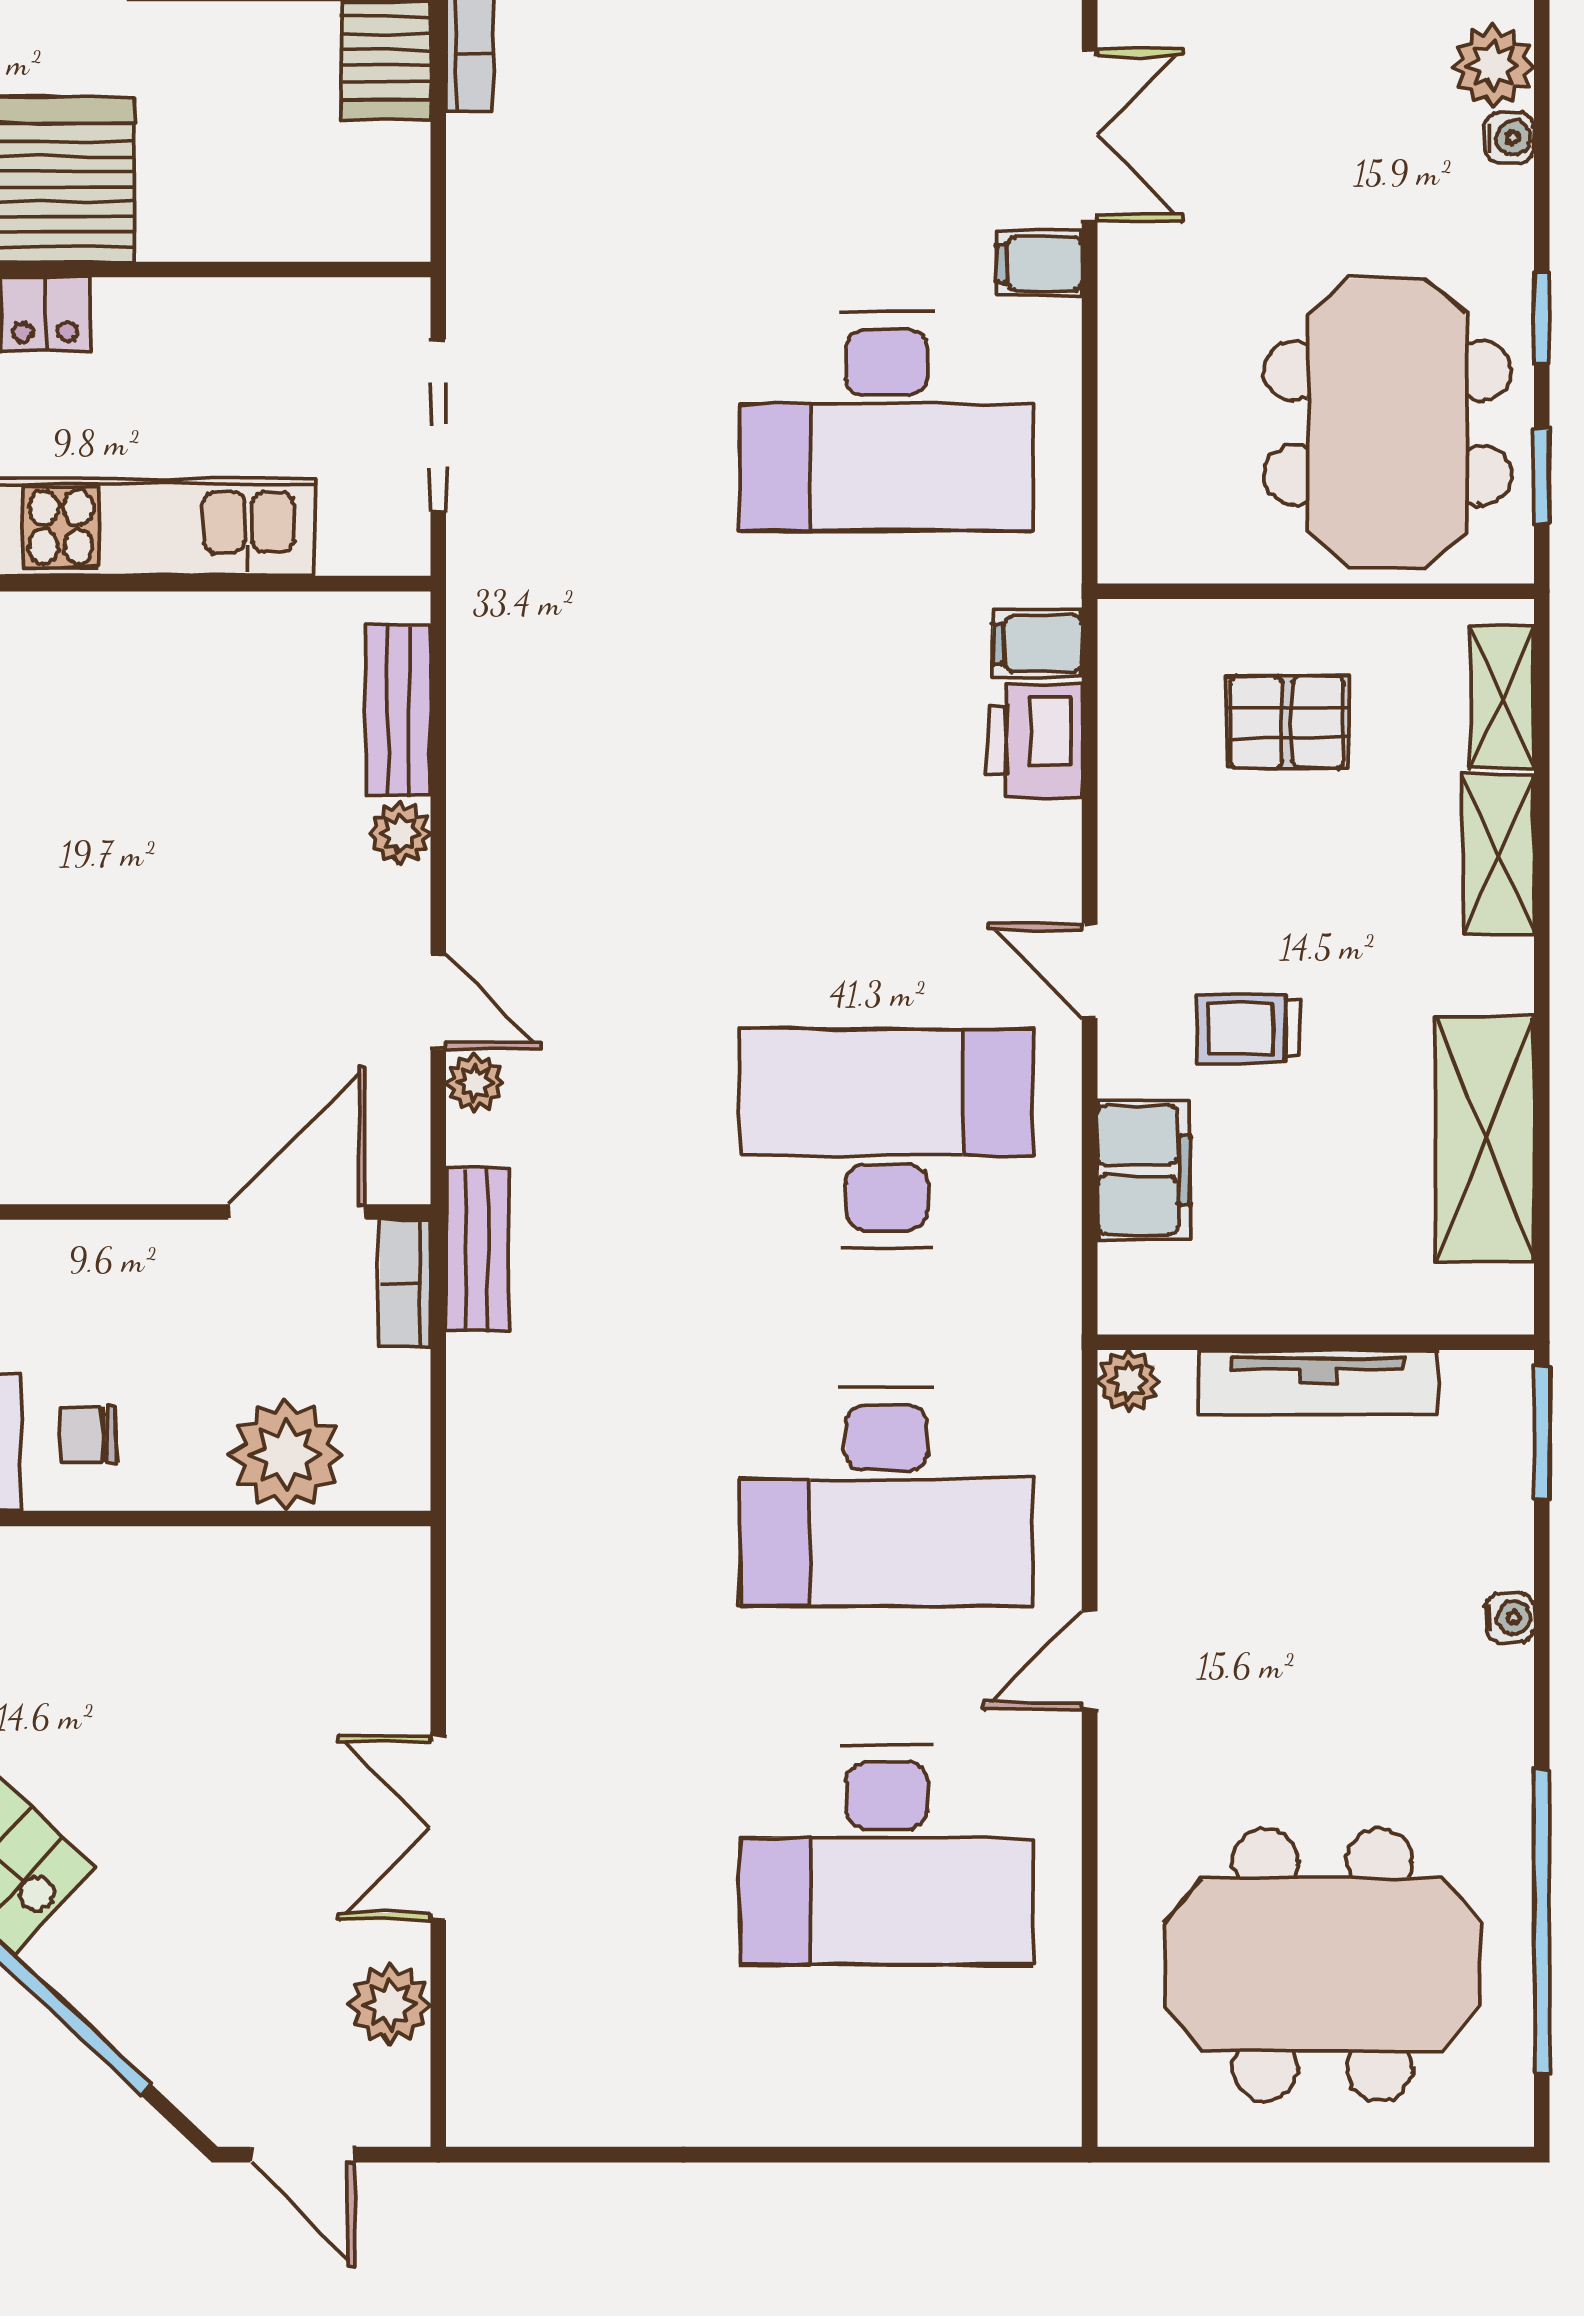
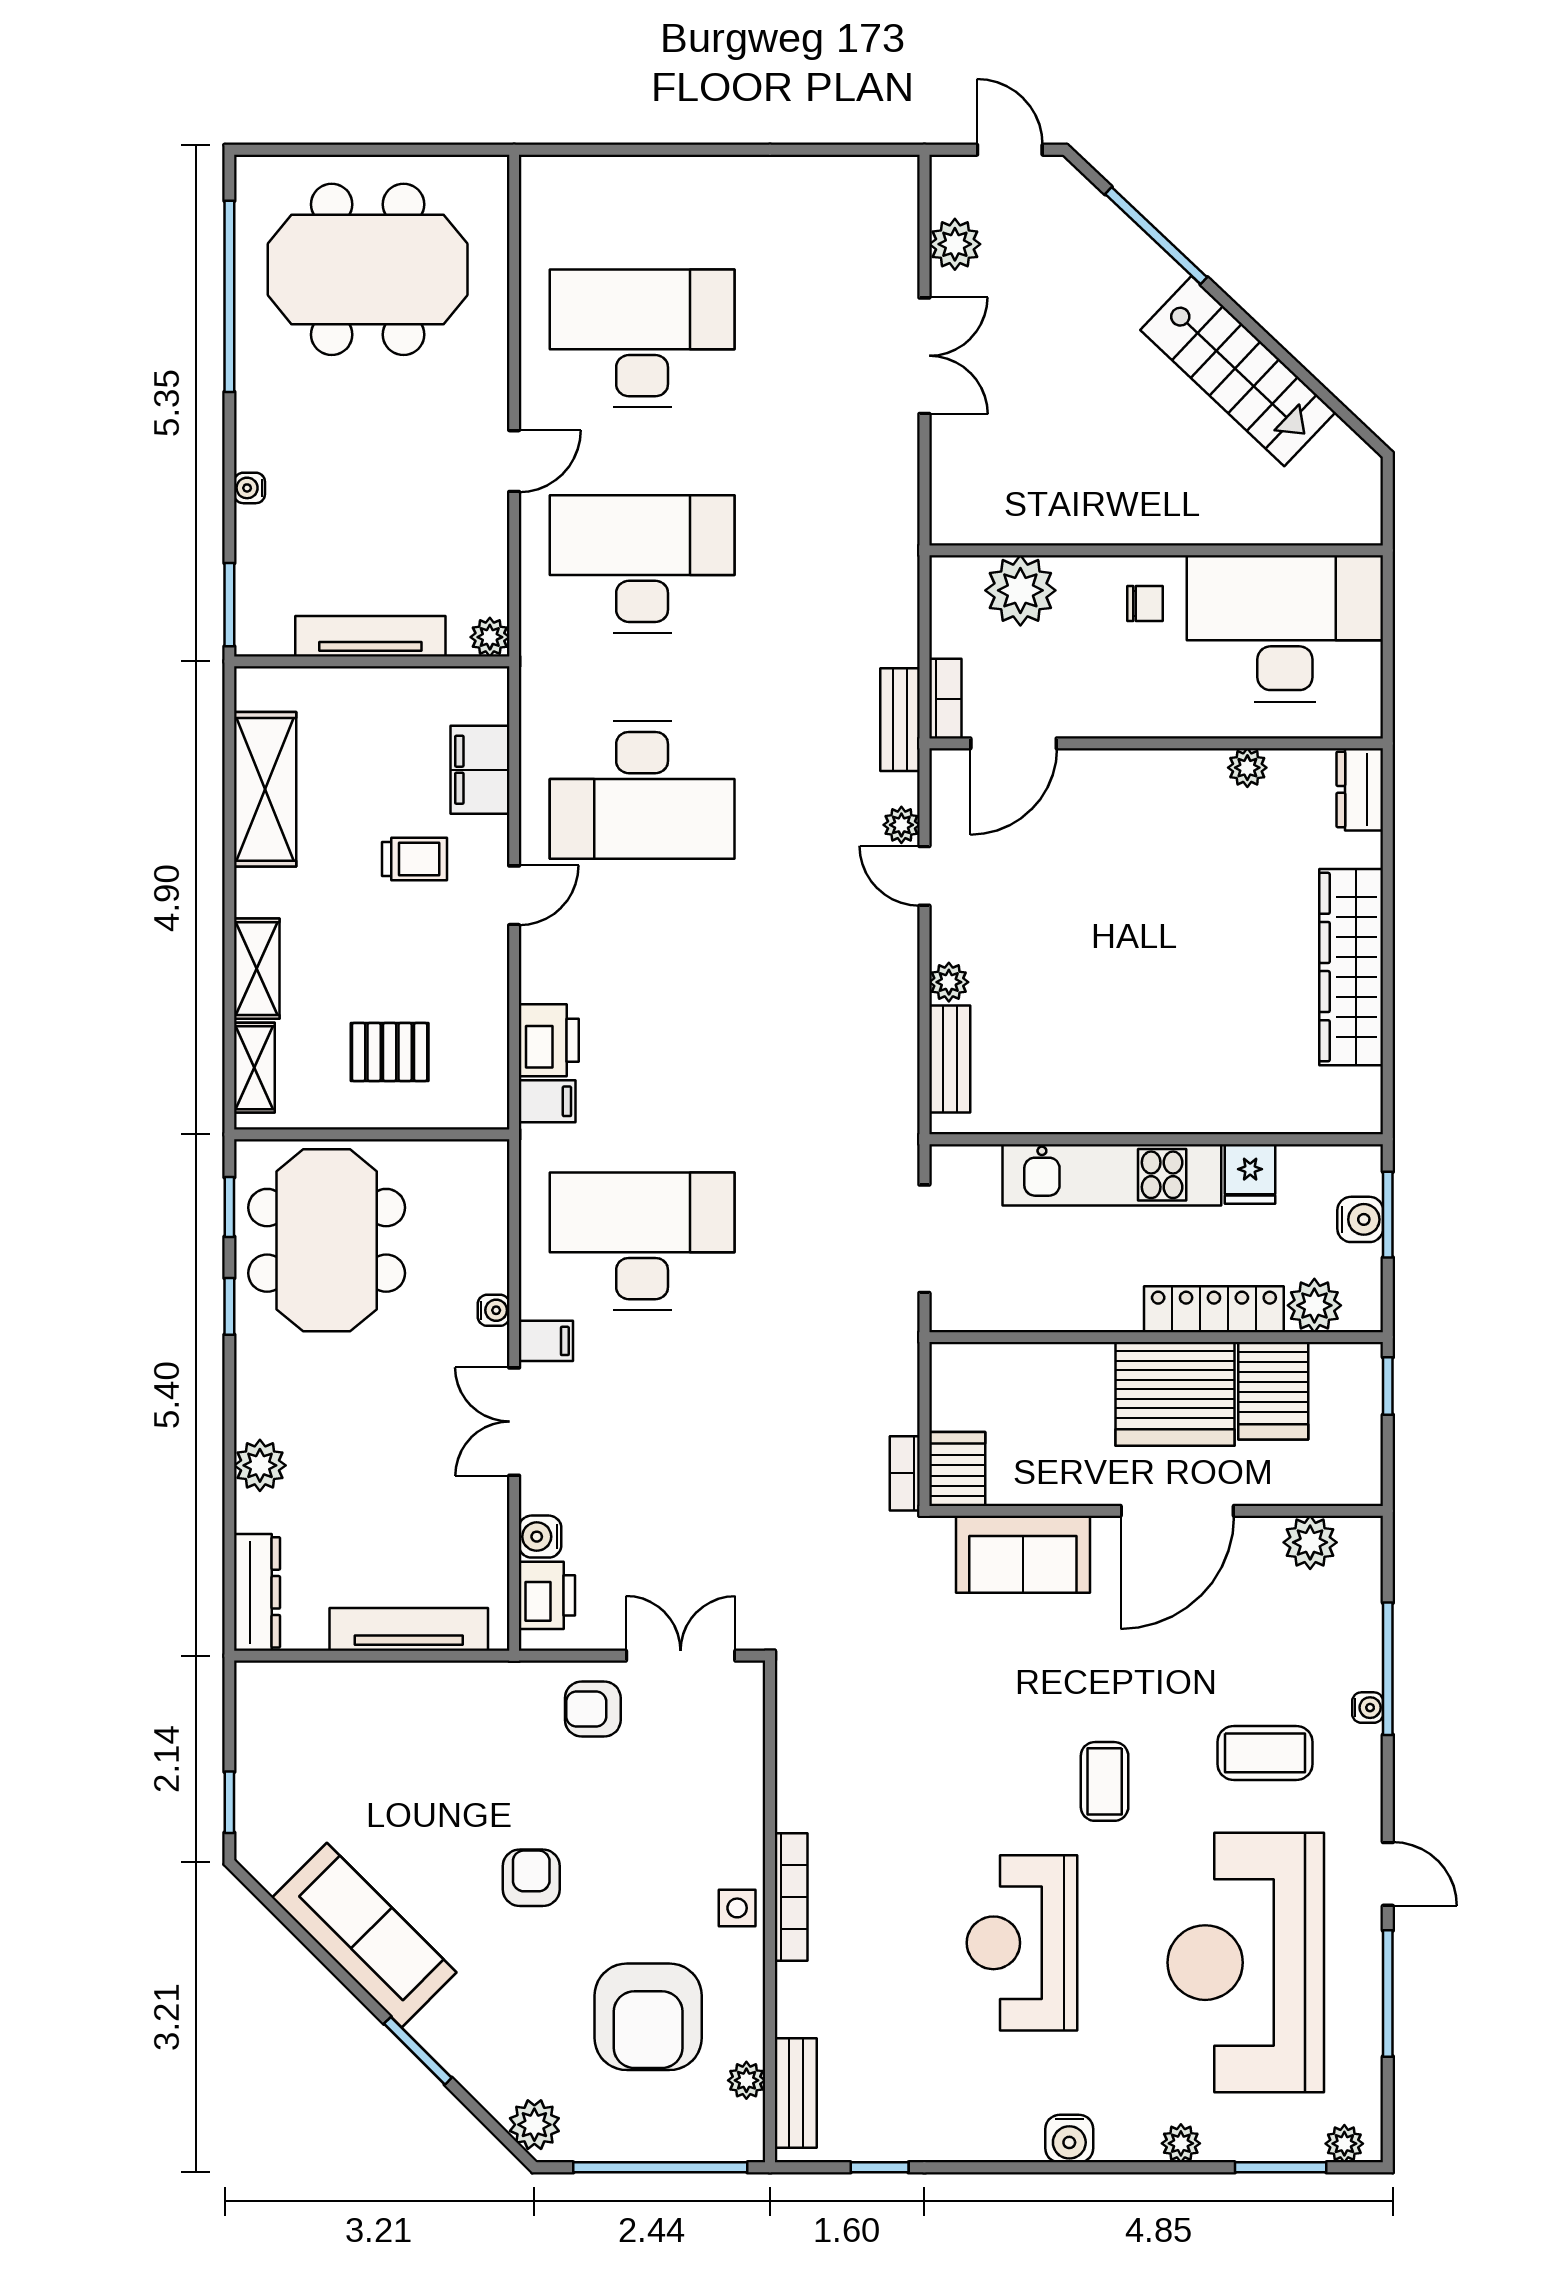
water cooler: (1509, 138) -> (494, 1310), moved, turned 180
door: (1090, 971) -> (514, 895), hinge flipped

